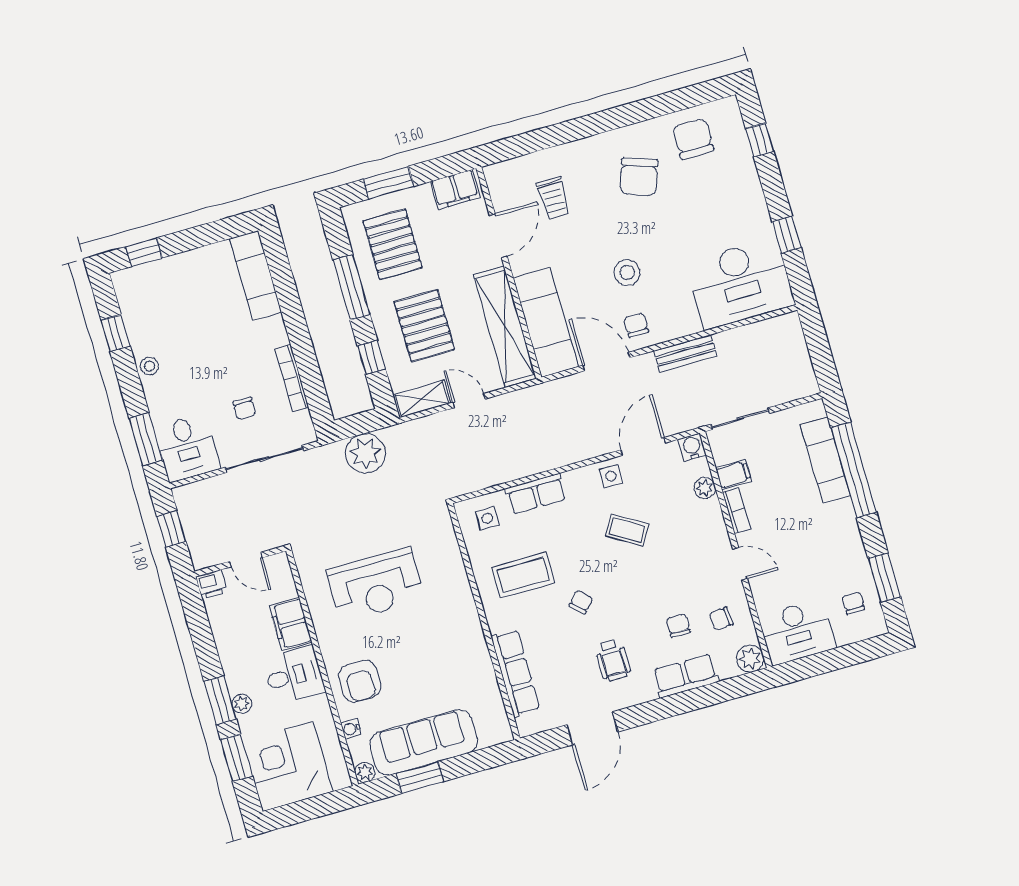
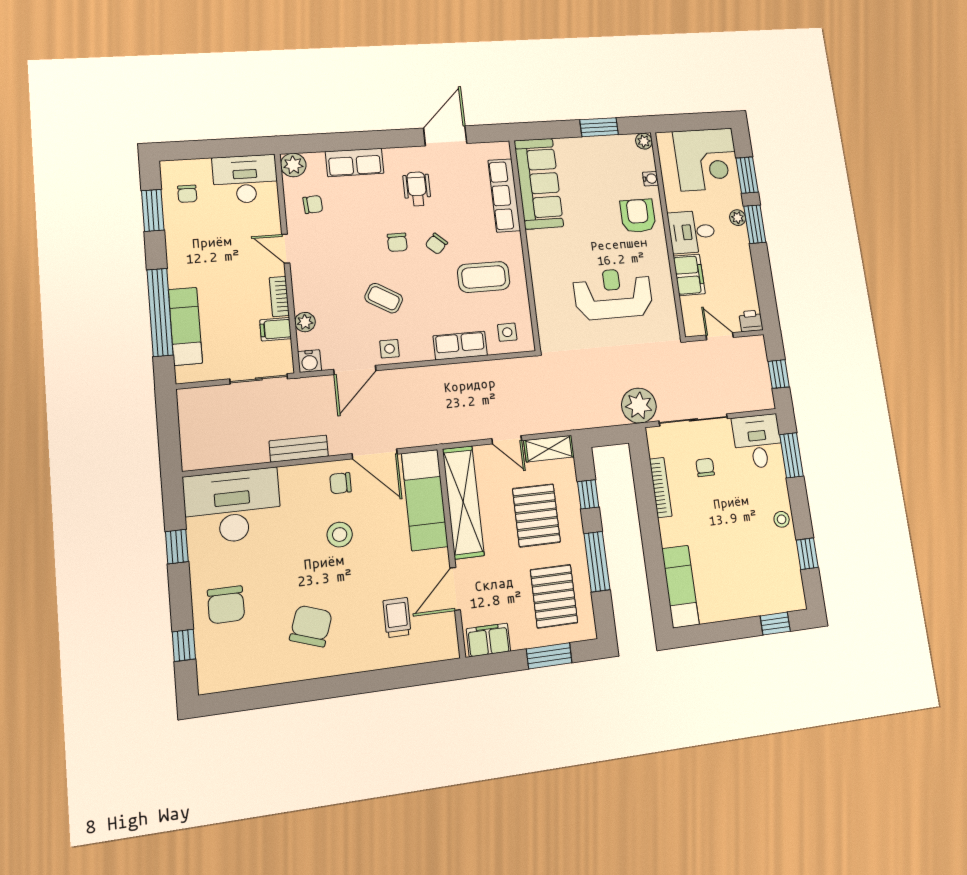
chair: (693, 139) -> (226, 605), moved
chair: (636, 325) -> (340, 483), turned 90
plant: (365, 453) -> (639, 406), moved
chair: (678, 626) -> (397, 242), moved
sofa: (424, 743) -> (539, 183), moved, turned -90

